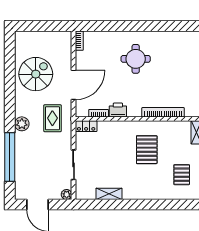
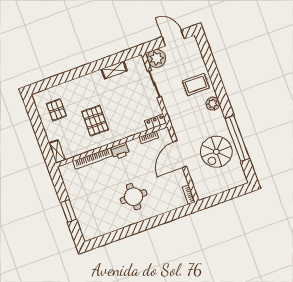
printer: (118, 110) -> (120, 151), moved
rug: (52, 118) -> (196, 84), moved, turned 90
window: (10, 157) -> (237, 139), moved
plant: (67, 194) -> (156, 58), width x1.88, depth x1.88

